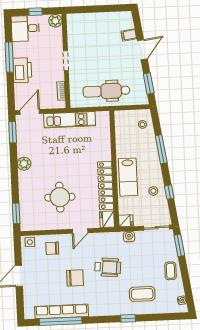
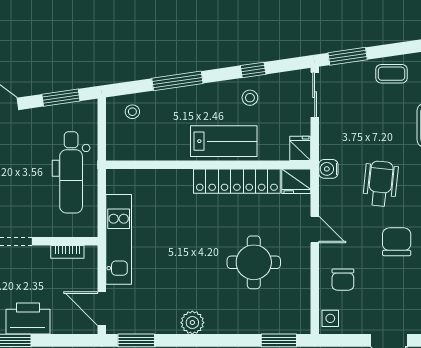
water cooler: (129, 237) -> (328, 169), moved

